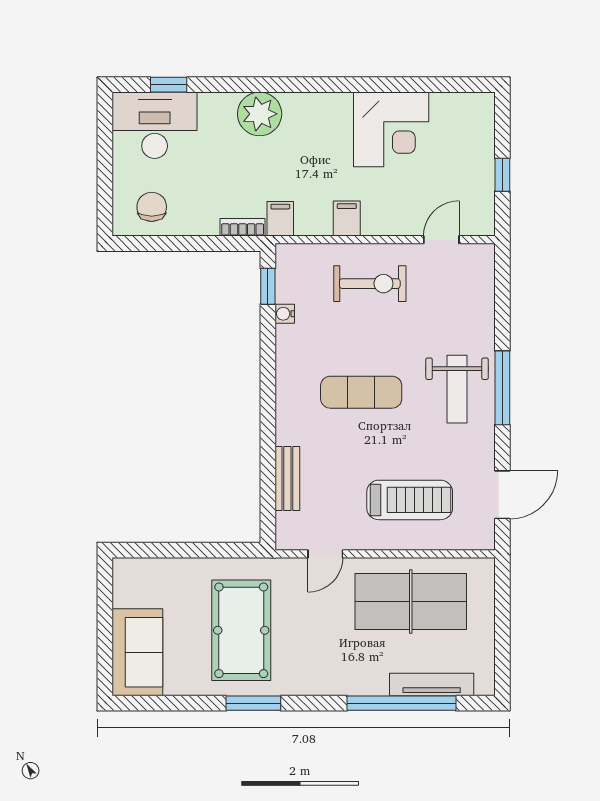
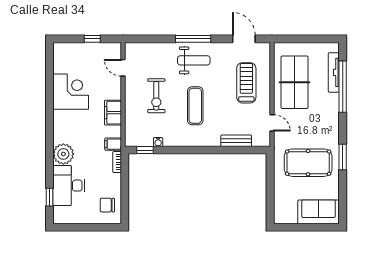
desk: (155, 125) -> (69, 186), moved
filing cabinet: (347, 218) -> (113, 113), width x2.00
exercise bike: (370, 284) -> (156, 96), moved, turned 180

